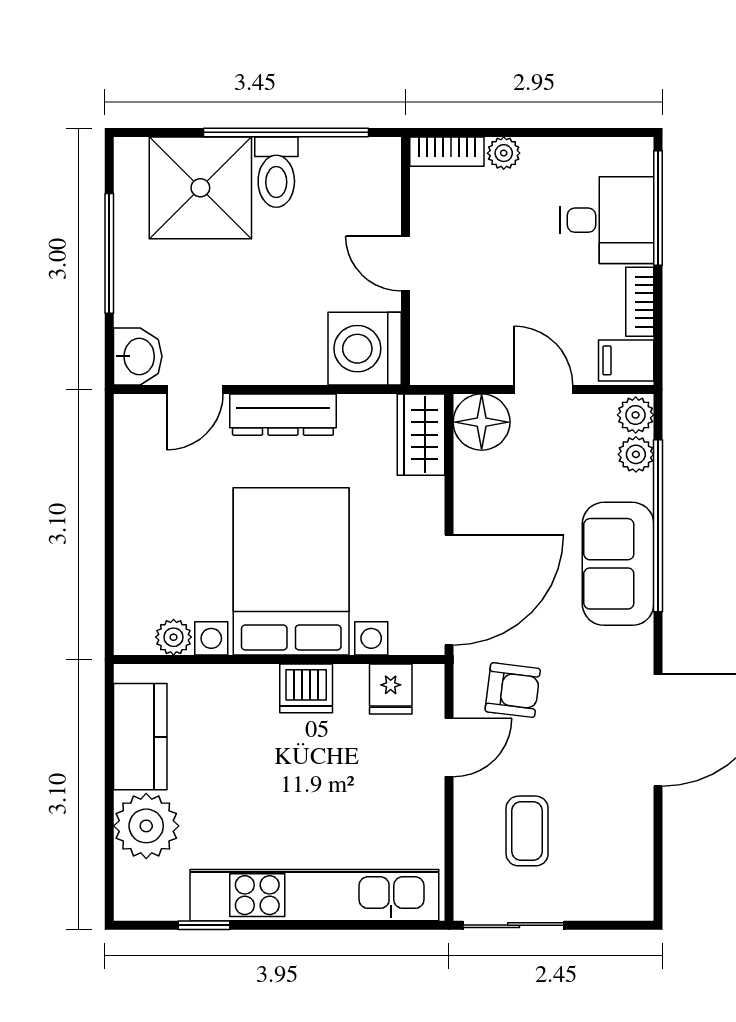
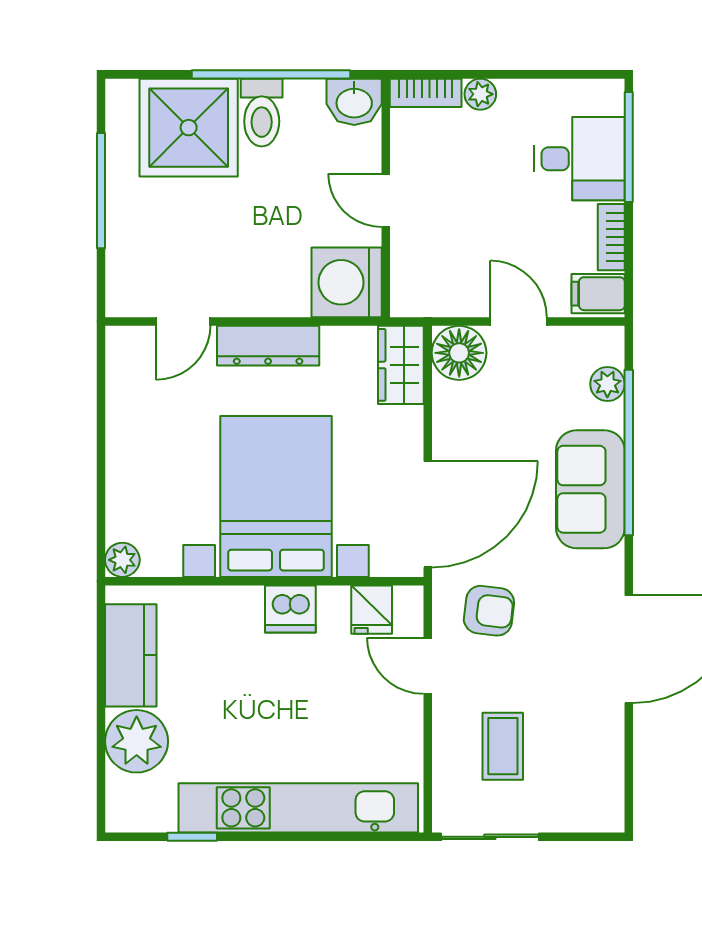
washbasin: (138, 356) -> (354, 102), moved, turned 90
plant: (636, 415) -> (607, 346), removed
plant: (174, 637) -> (122, 560), moved
door: (449, 747) -> (428, 666), swing flipped

